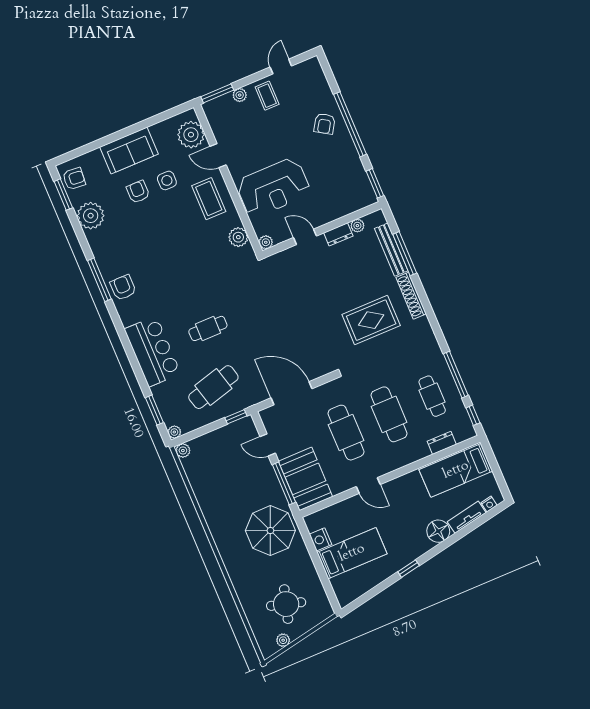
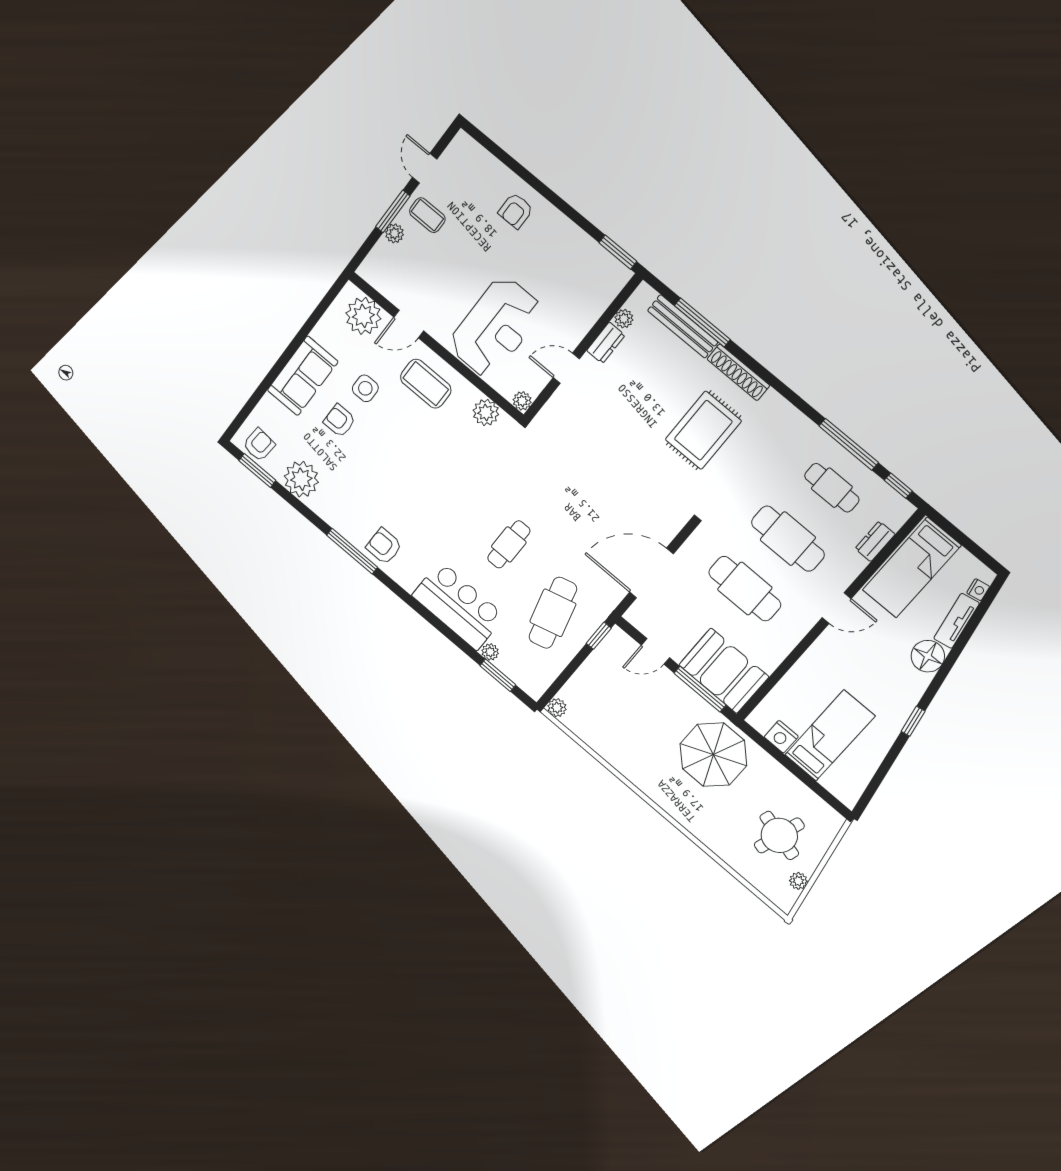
window: (217, 93) -> (393, 211), moved
armchair: (325, 124) -> (516, 211), turned 58
window: (350, 124) -> (547, 193), removed
plant: (174, 432) -> (490, 652), moved
door: (368, 485) -> (837, 608), moved

